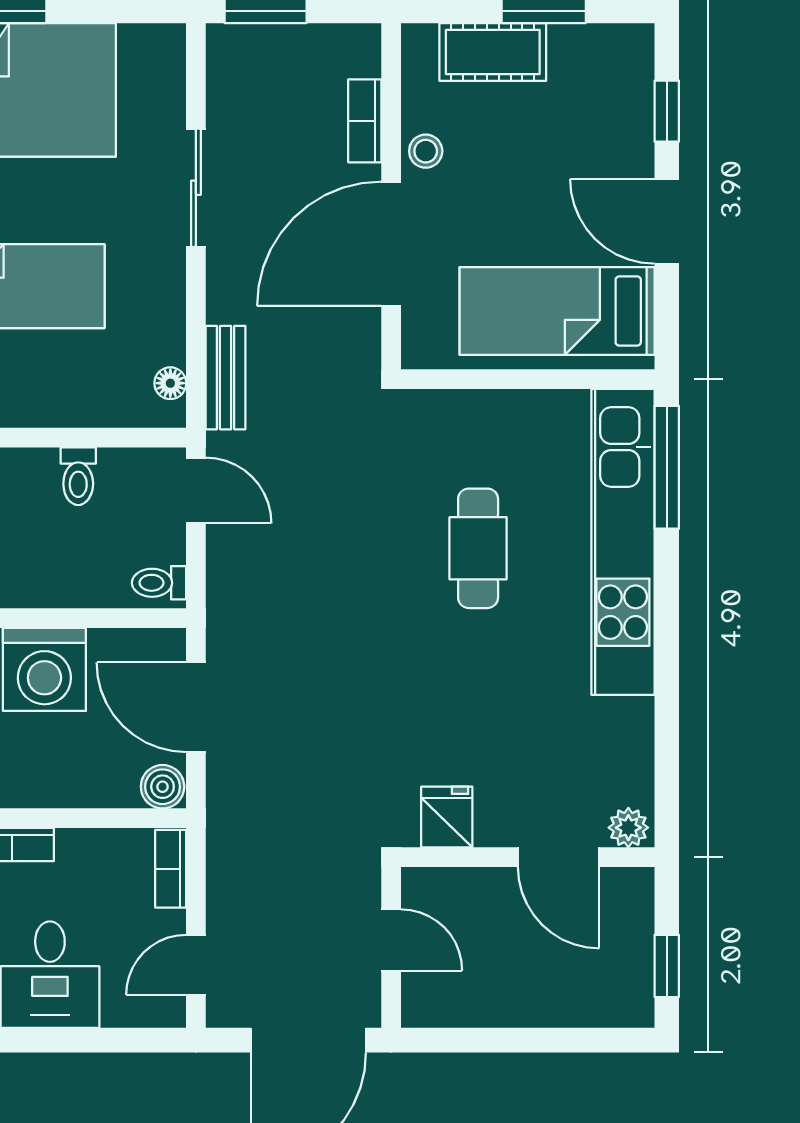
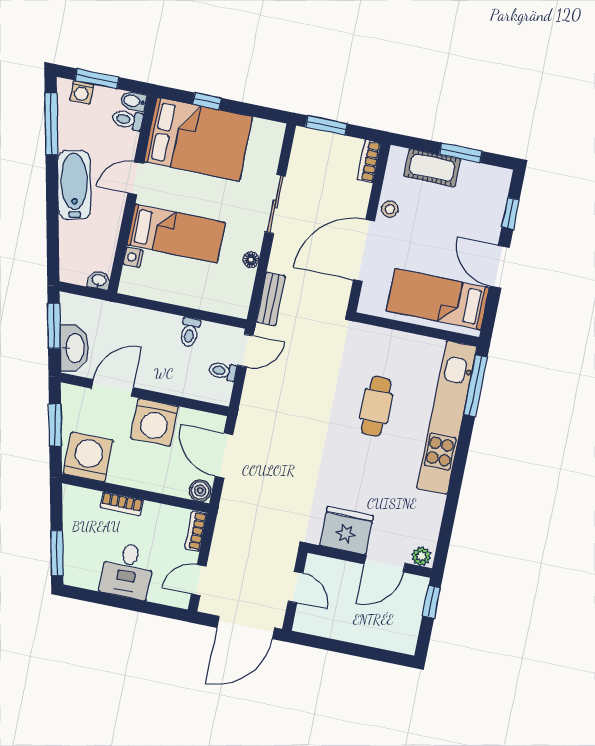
bookcase: (365, 121) -> (369, 161), moved
floor lamp: (170, 383) -> (251, 260), moved
door: (196, 490) -> (245, 351), hinge flipped
toilet: (159, 583) -> (223, 371), moved
fridge: (447, 817) -> (346, 530), width x1.88, depth x1.34
door: (559, 857) -> (385, 564), hinge flipped
window: (667, 966) -> (431, 602), moved

